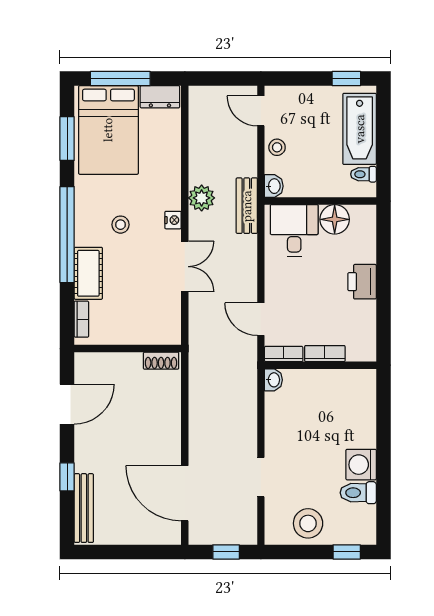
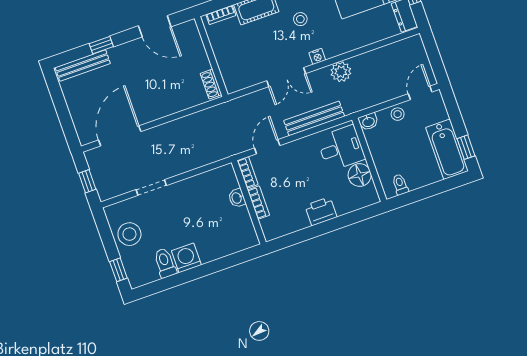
bathtub: (360, 129) -> (447, 149), moved, turned -90
bench: (247, 206) -> (314, 118), moved, width x1.36
washbasin: (273, 380) -> (237, 198), moved, turned 90

